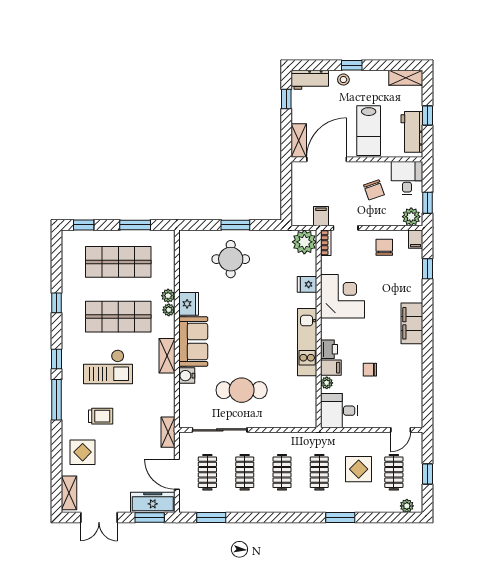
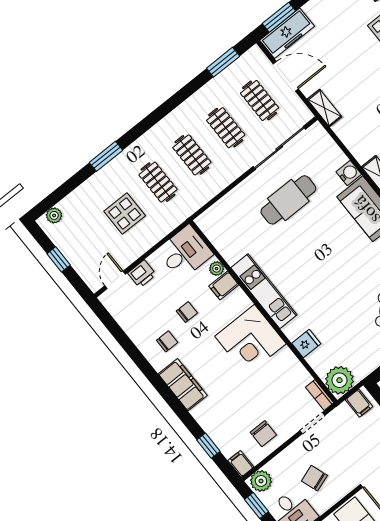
filing cabinet: (321, 216) -> (359, 403), moved
corner desk: (342, 296) -> (250, 340), moved
printer: (329, 349) -> (142, 274), moved, turned -90
chair: (399, 361) -> (167, 341), added
clothes rail: (394, 472) -> (90, 237), removed

